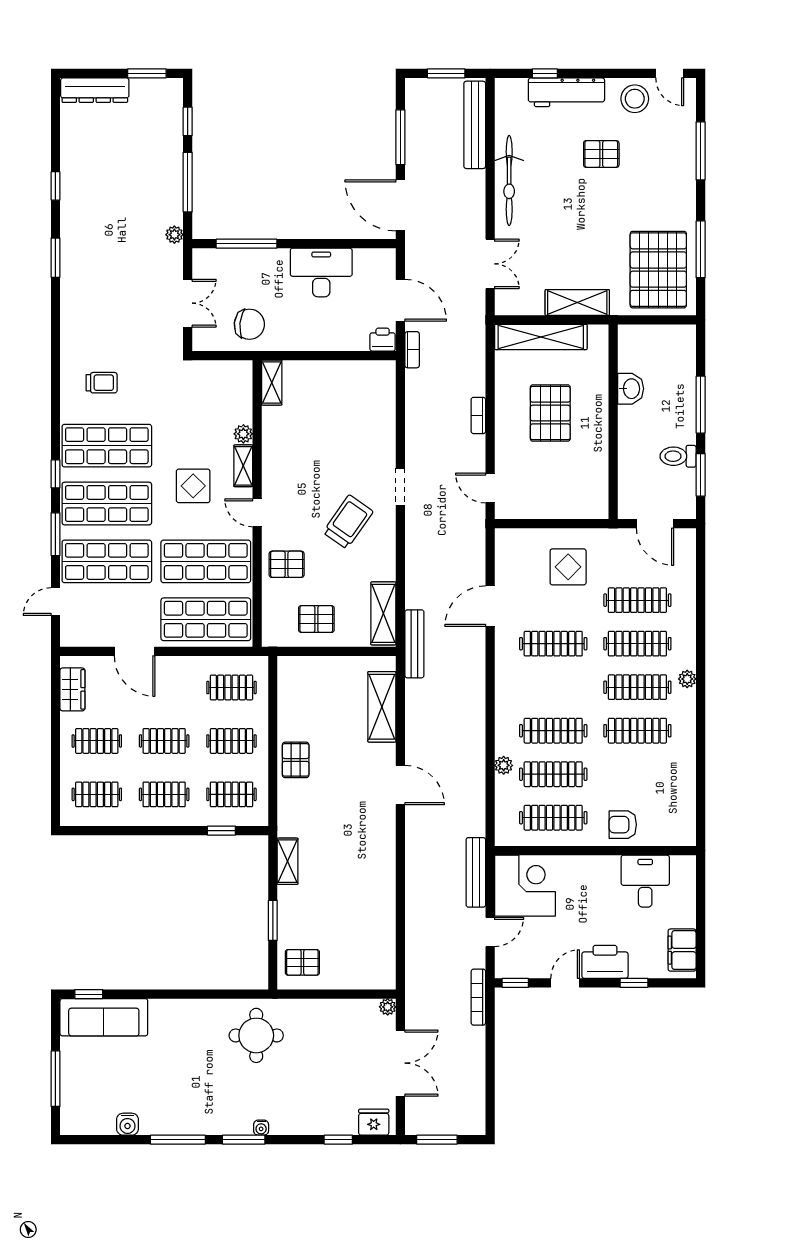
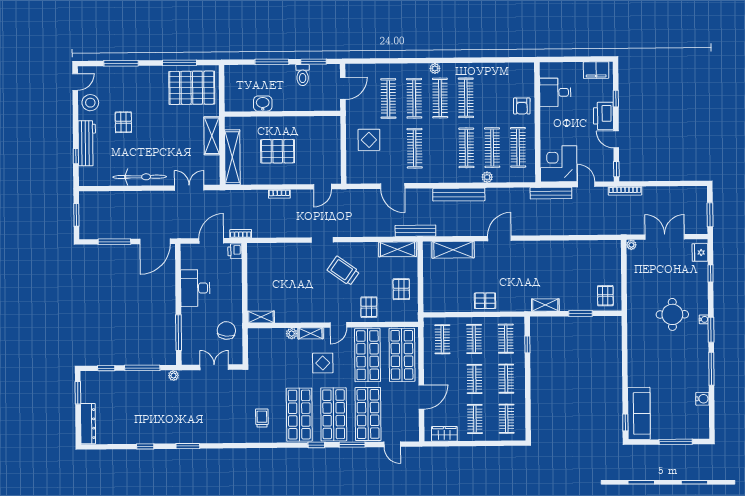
bench: (475, 125) -> (459, 195), moved
round table: (256, 1035) -> (672, 314), moved

